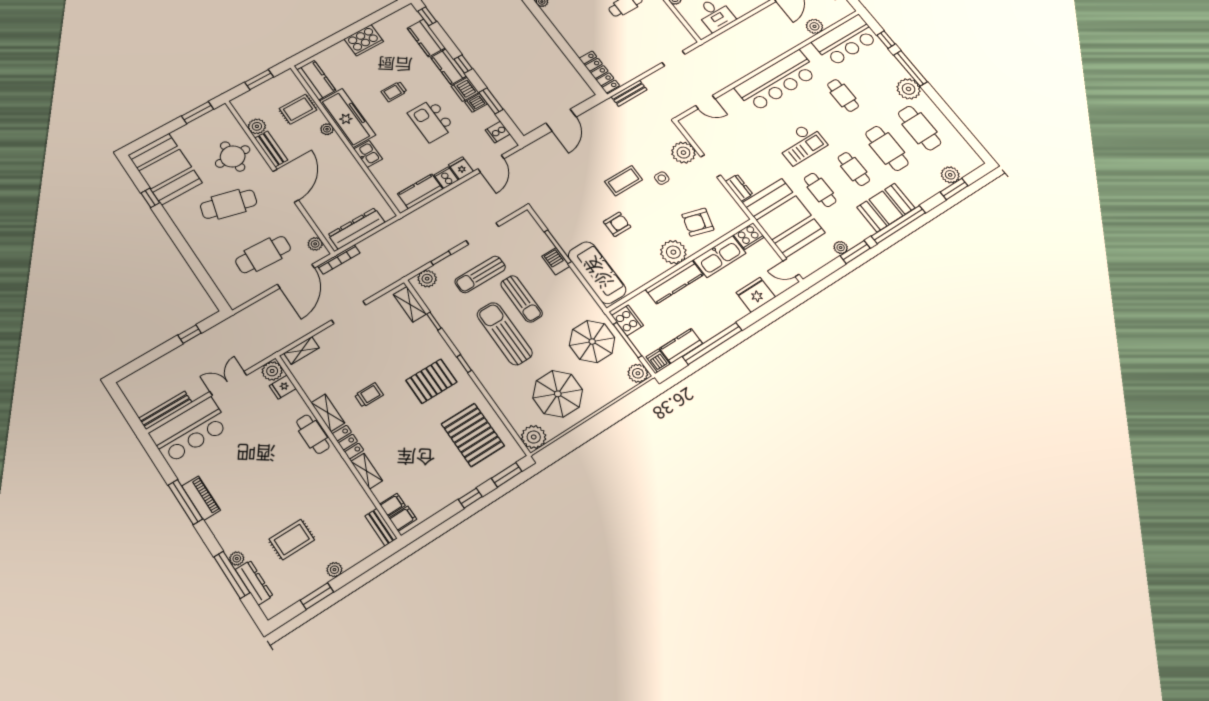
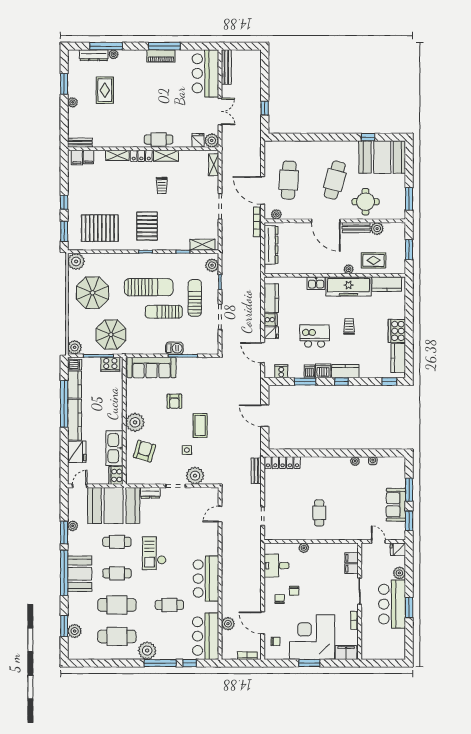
kitchen counter: (426, 38) -> (398, 358), moved, turned -90
bar counter: (777, 81) -> (206, 579), width x0.73
rug: (298, 109) -> (374, 260), turned 90
kitchen counter: (674, 282) -> (75, 420), moved, turned 180

